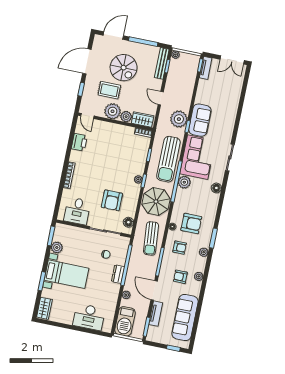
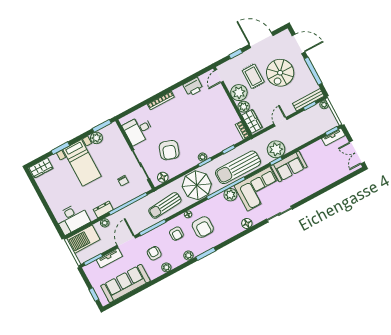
armchair: (112, 200) -> (169, 150), turned -71
dresser: (118, 274) -> (103, 209), moved
desk: (89, 317) -> (72, 219), moved, turned -90

